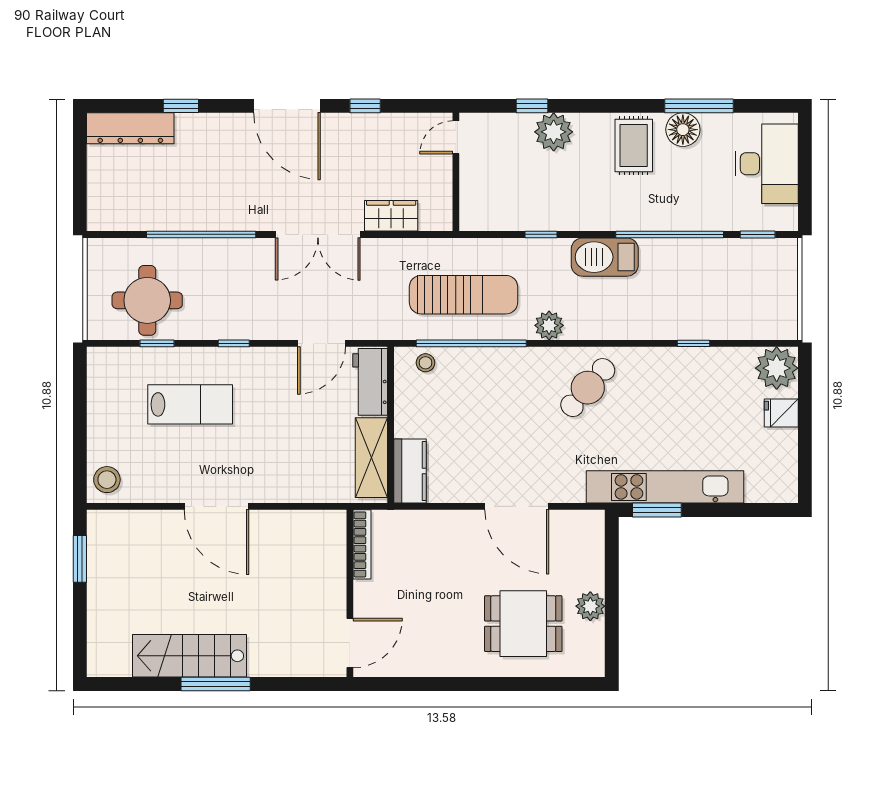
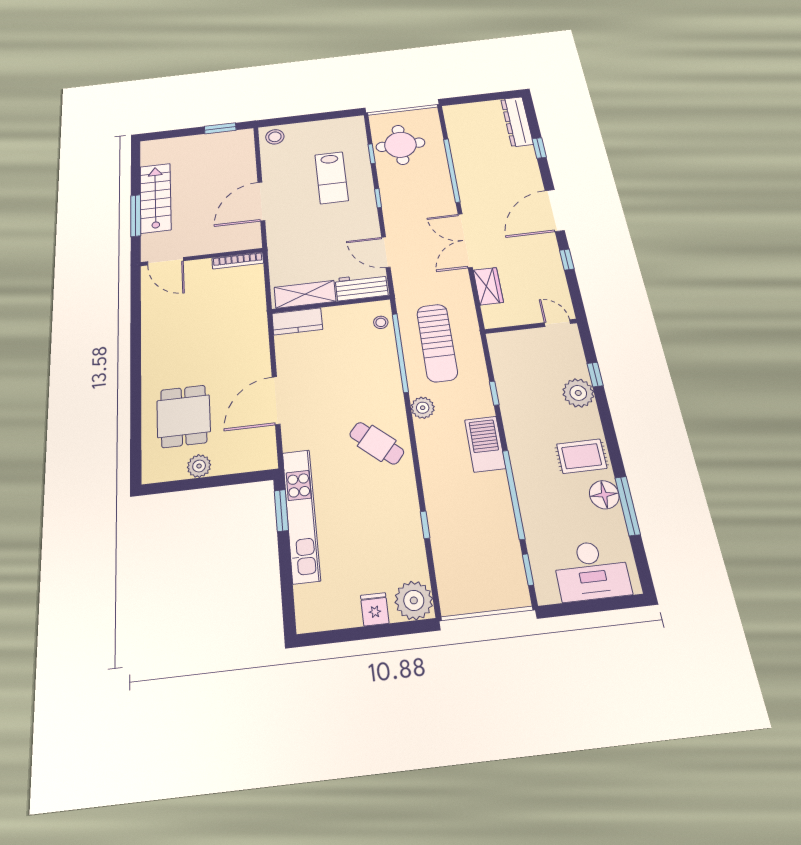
bookcase: (362, 544) -> (238, 261), moved
wall: (350, 593) -> (202, 257), moved
door: (350, 643) -> (166, 261), moved

